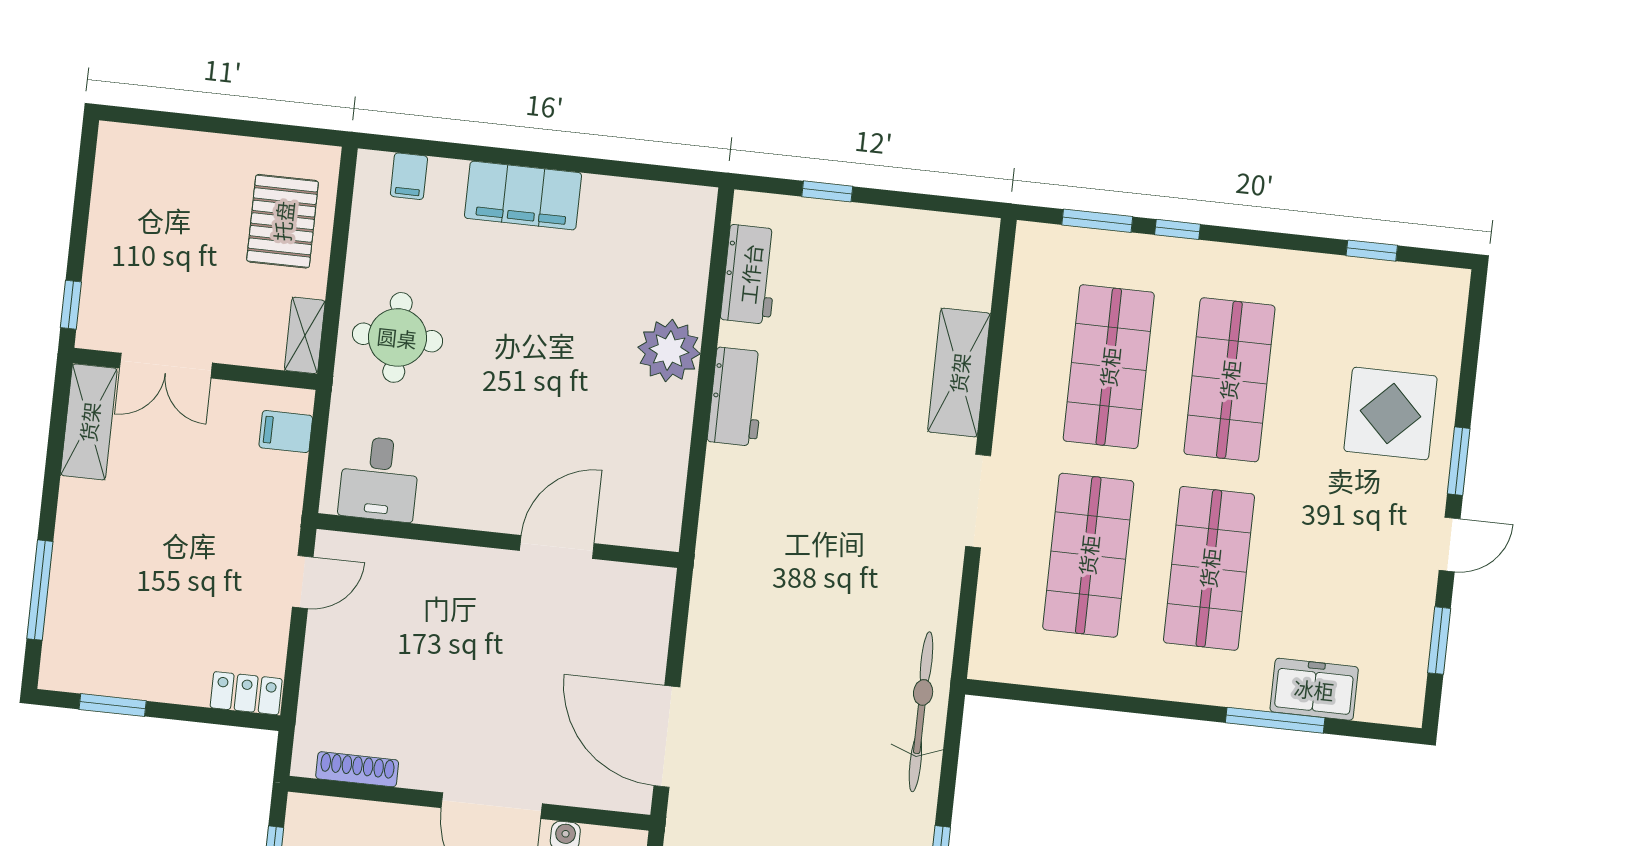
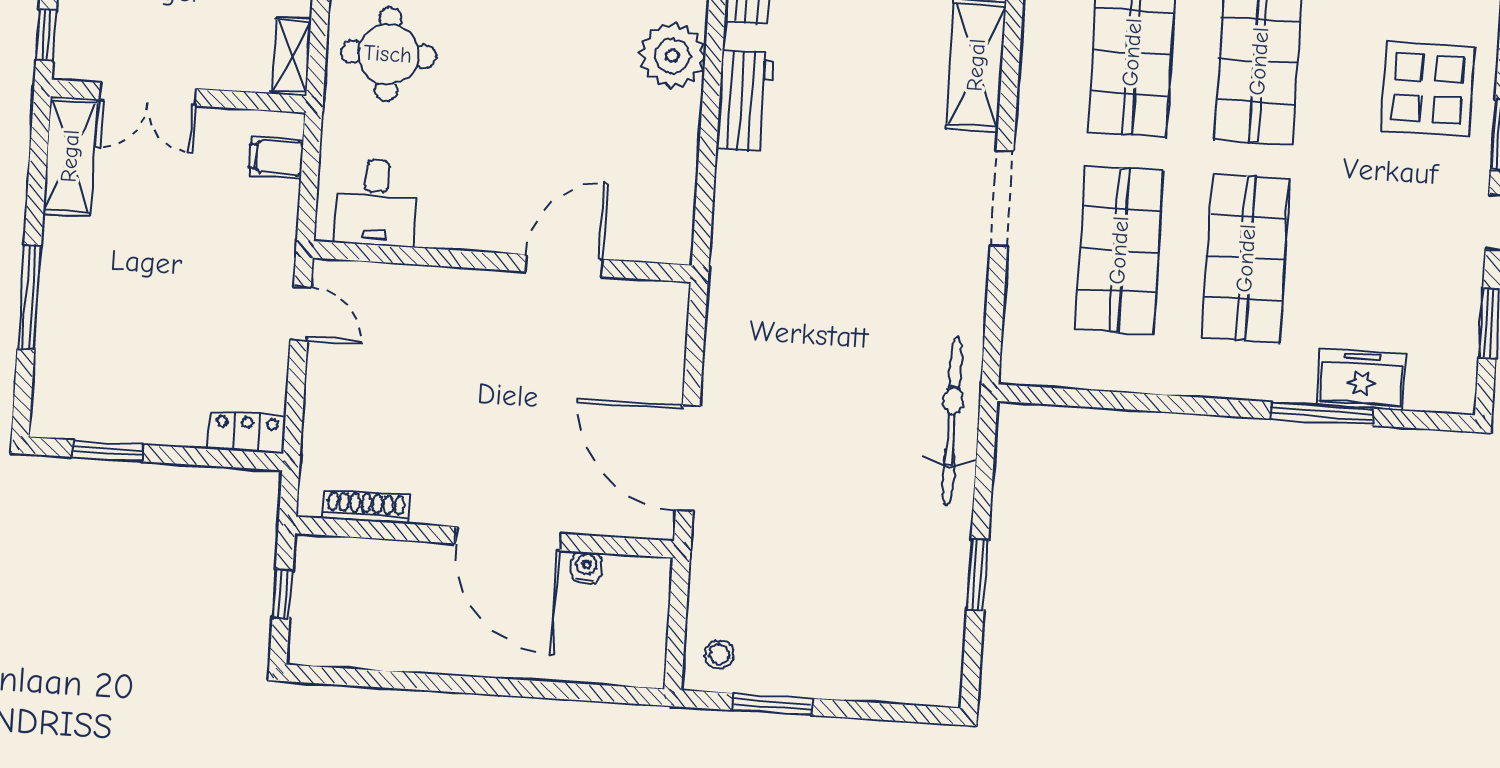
door: (303, 582) -> (301, 314), hinge flipped
window: (40, 590) -> (29, 297), moved

